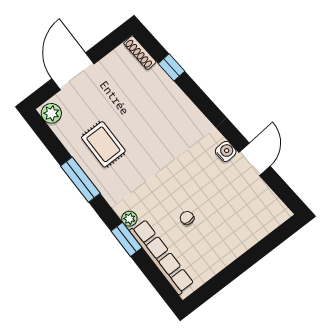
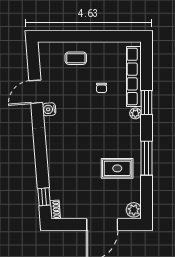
shoe rack: (140, 53) -> (55, 209), width x0.70
window: (171, 67) -> (44, 197), moved
rug: (103, 144) -> (117, 168), turned 90
coffee table: (239, 229) -> (76, 58), added

